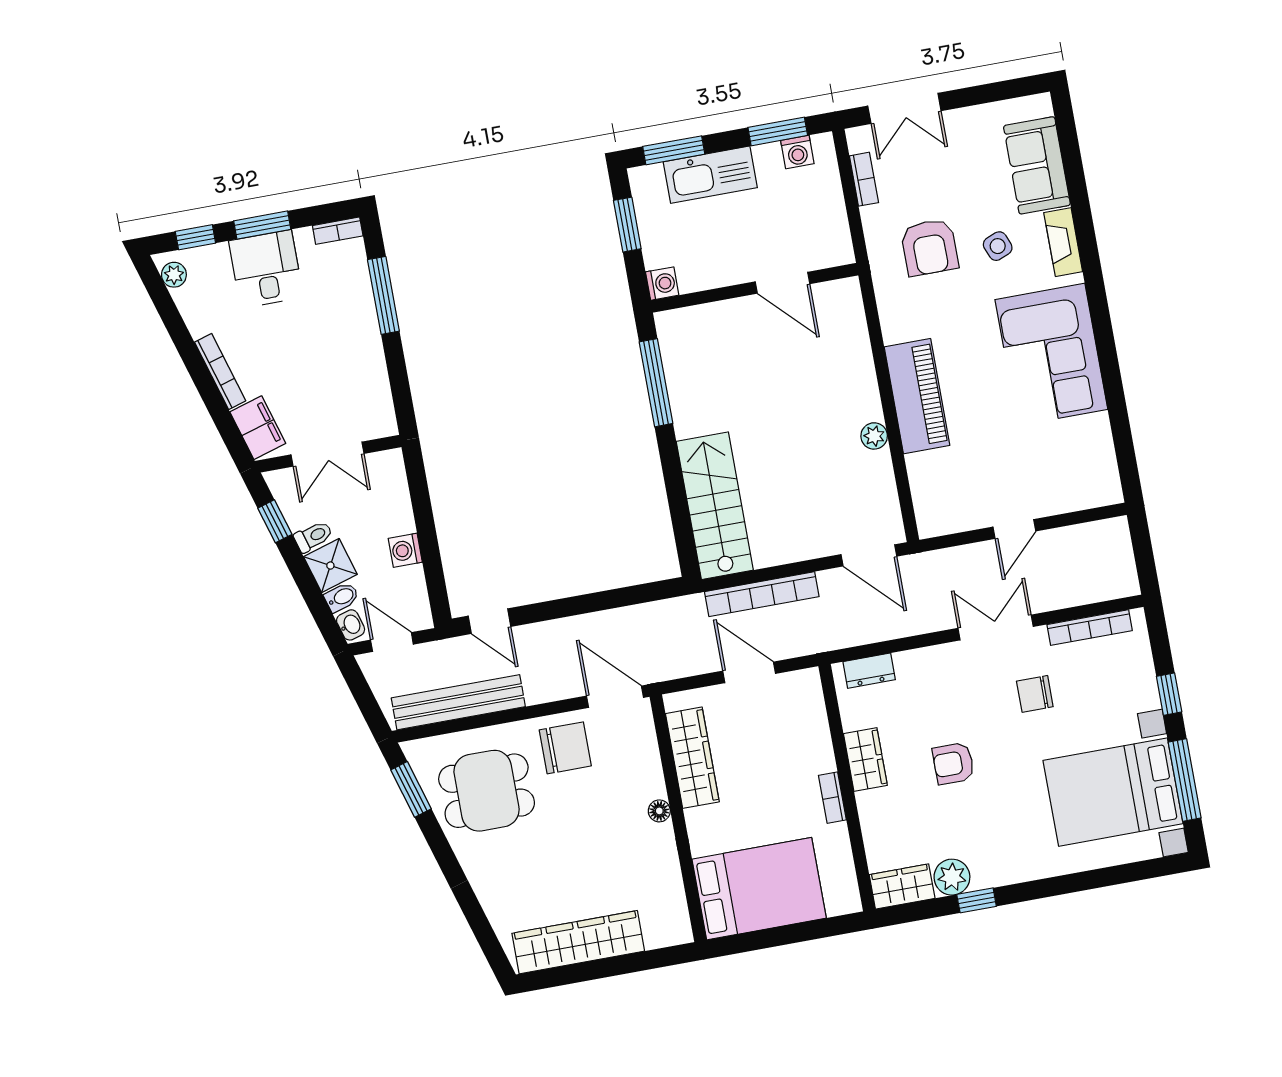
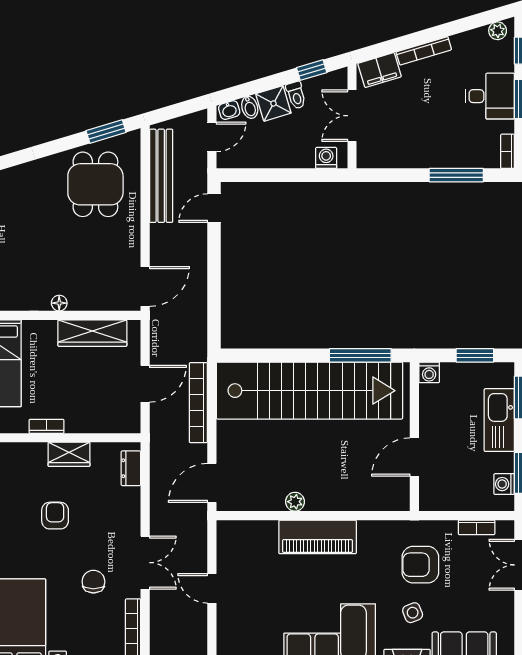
stairs: (715, 506) -> (309, 391), width x1.86, depth x1.51
washing machine: (405, 550) -> (326, 158), moved
chair: (565, 748) -> (115, 245), removed

